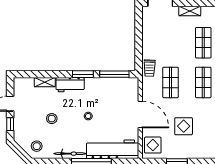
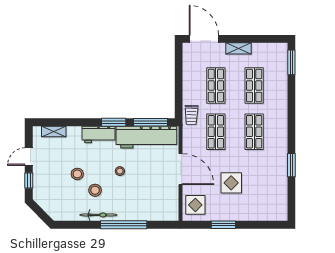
shop shelf: (171, 43) -> (216, 85), added
shelving: (45, 82) -> (54, 131), moved
stool: (37, 146) -> (95, 190), moved
workbench: (113, 149) -> (146, 137), moved, turned 180

